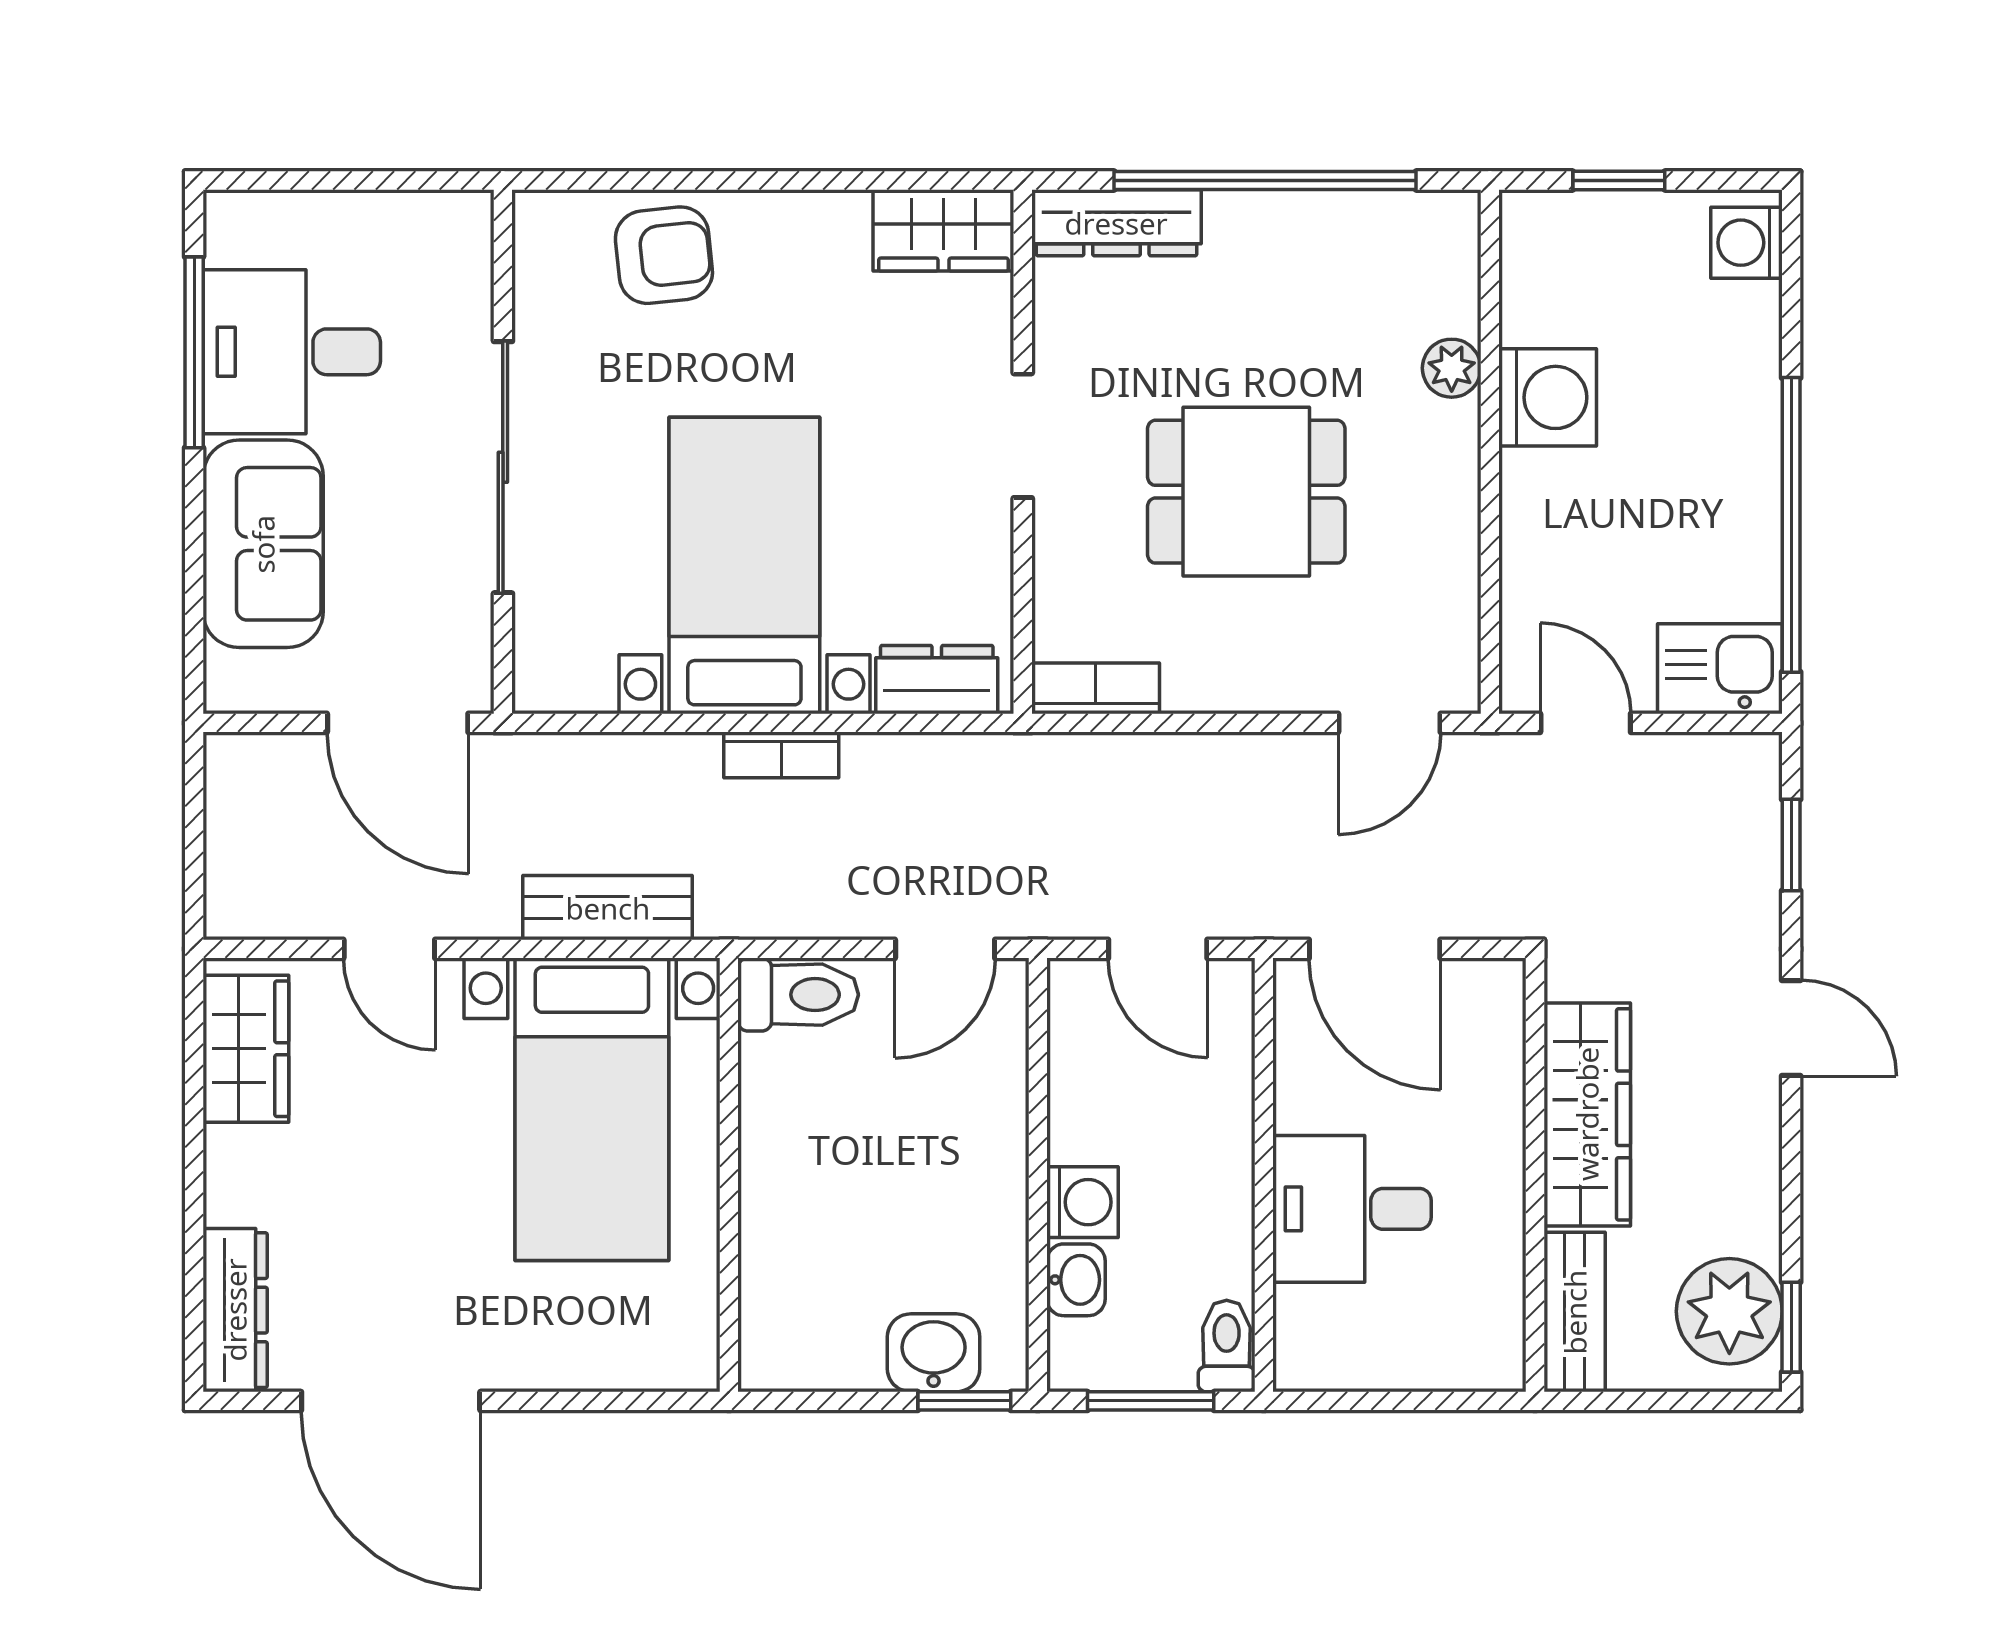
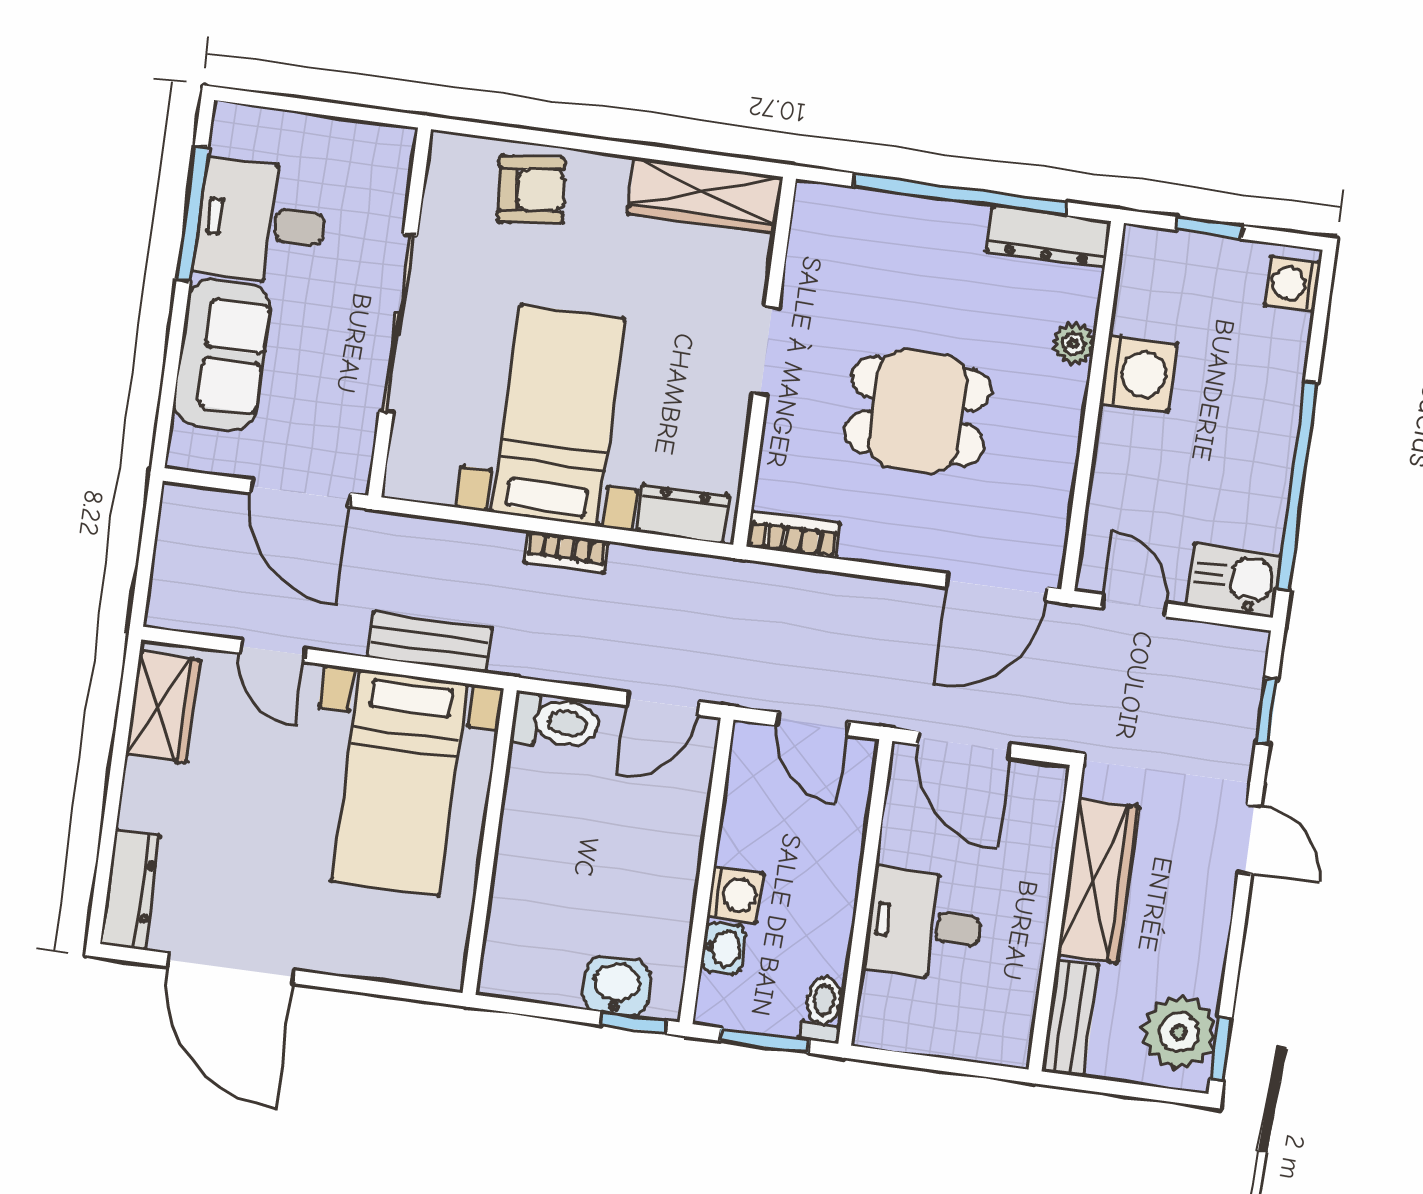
dresser: (1116, 223) -> (1048, 236), moved
wardrobe: (943, 230) -> (705, 195), width x1.50
door: (1389, 723) -> (996, 587), width x1.38

